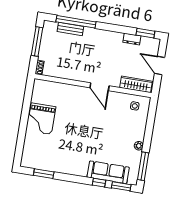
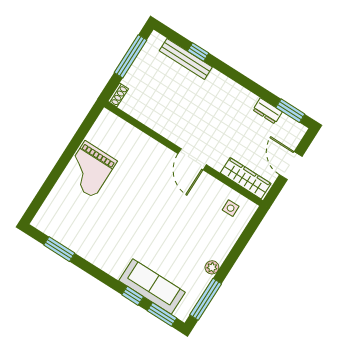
window: (76, 22) -> (198, 52), width x0.32
bench: (70, 29) -> (186, 59), width x1.36

